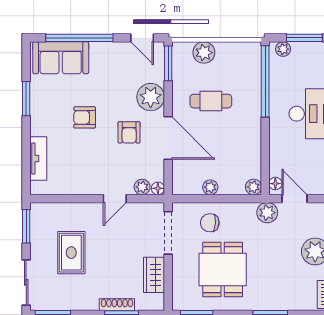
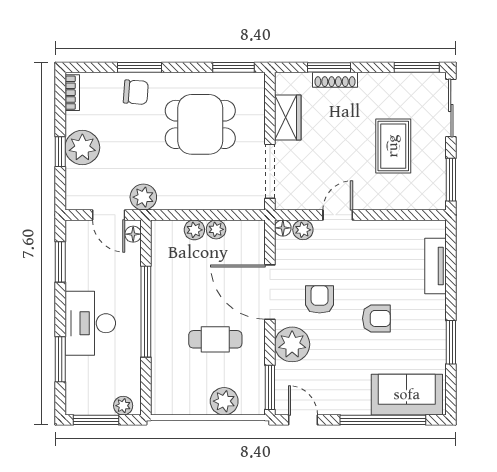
window: (265, 81) -> (146, 312), moved
plant: (253, 187) -> (194, 230), moved
chair: (210, 223) -> (136, 92), moved
dining table: (223, 270) -> (200, 124), turned 90

